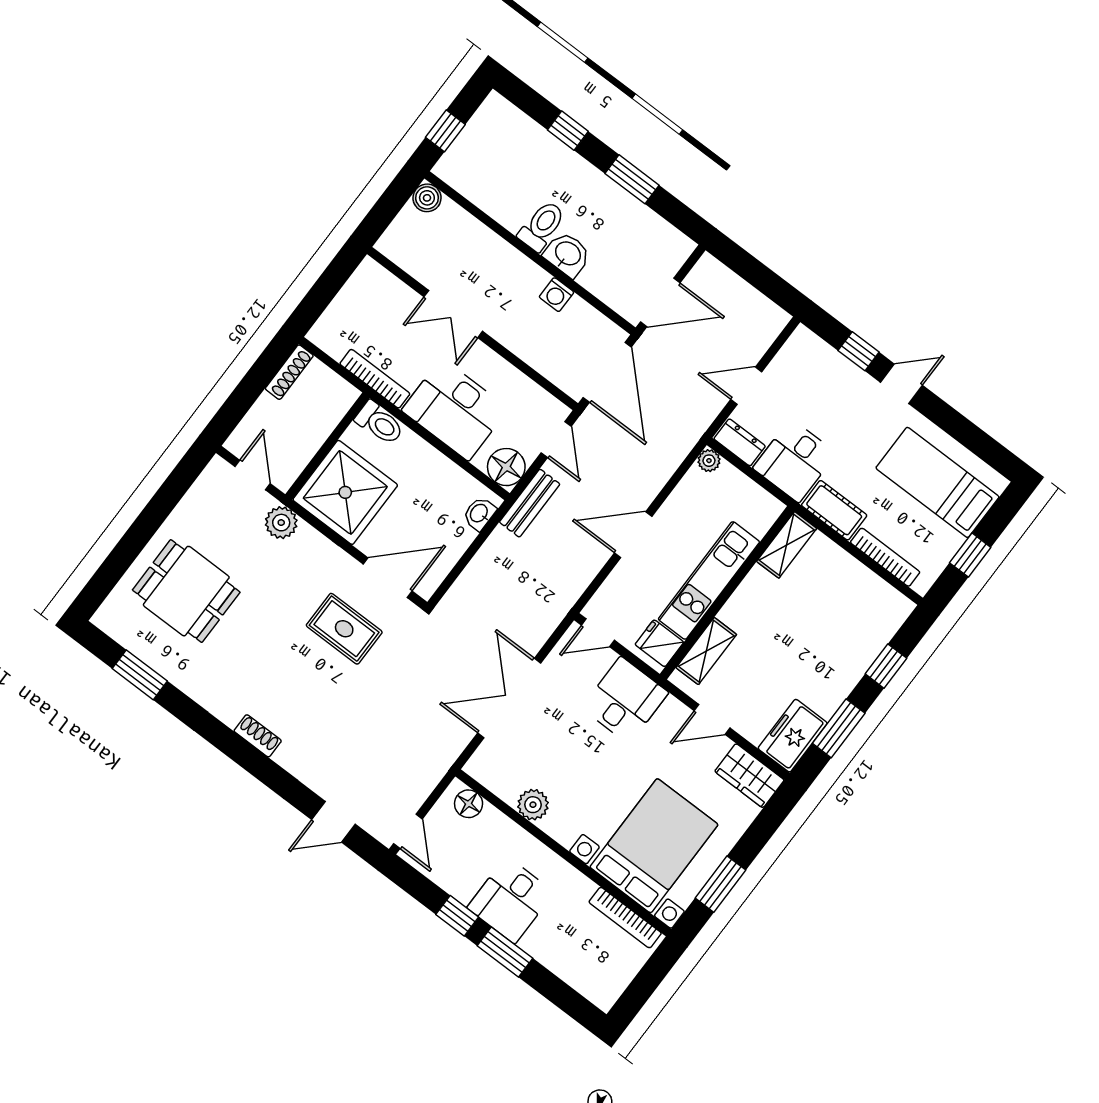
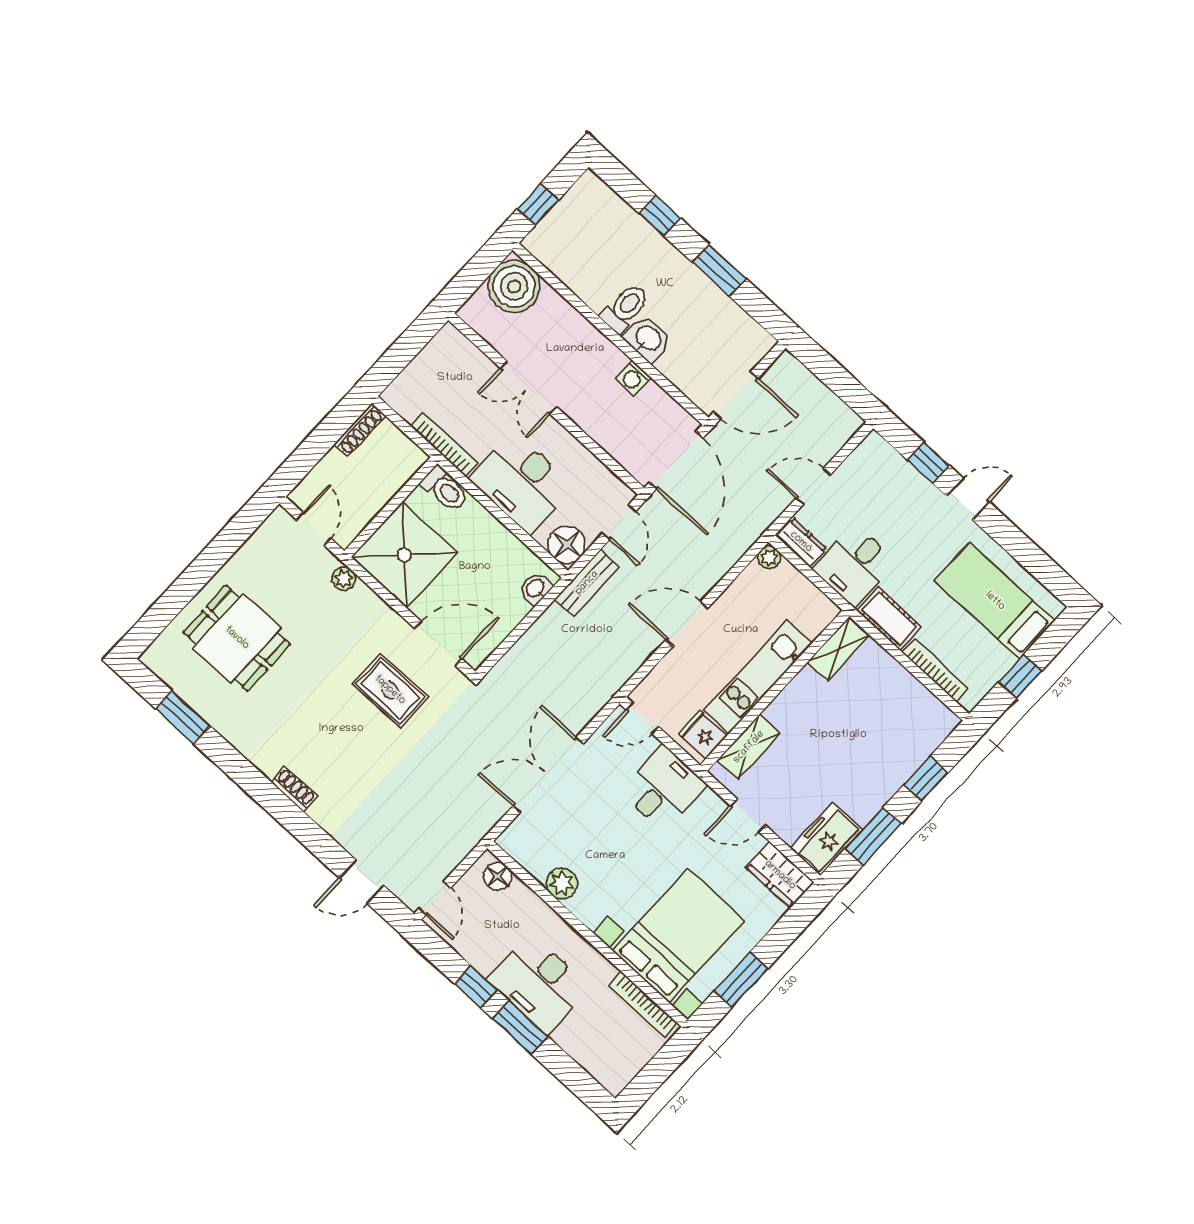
boiler: (427, 198) -> (514, 286), width x1.86, depth x1.86
plant: (281, 523) -> (344, 579), width x0.73, depth x0.73
desk: (511, 900) -> (539, 984), width x1.37

